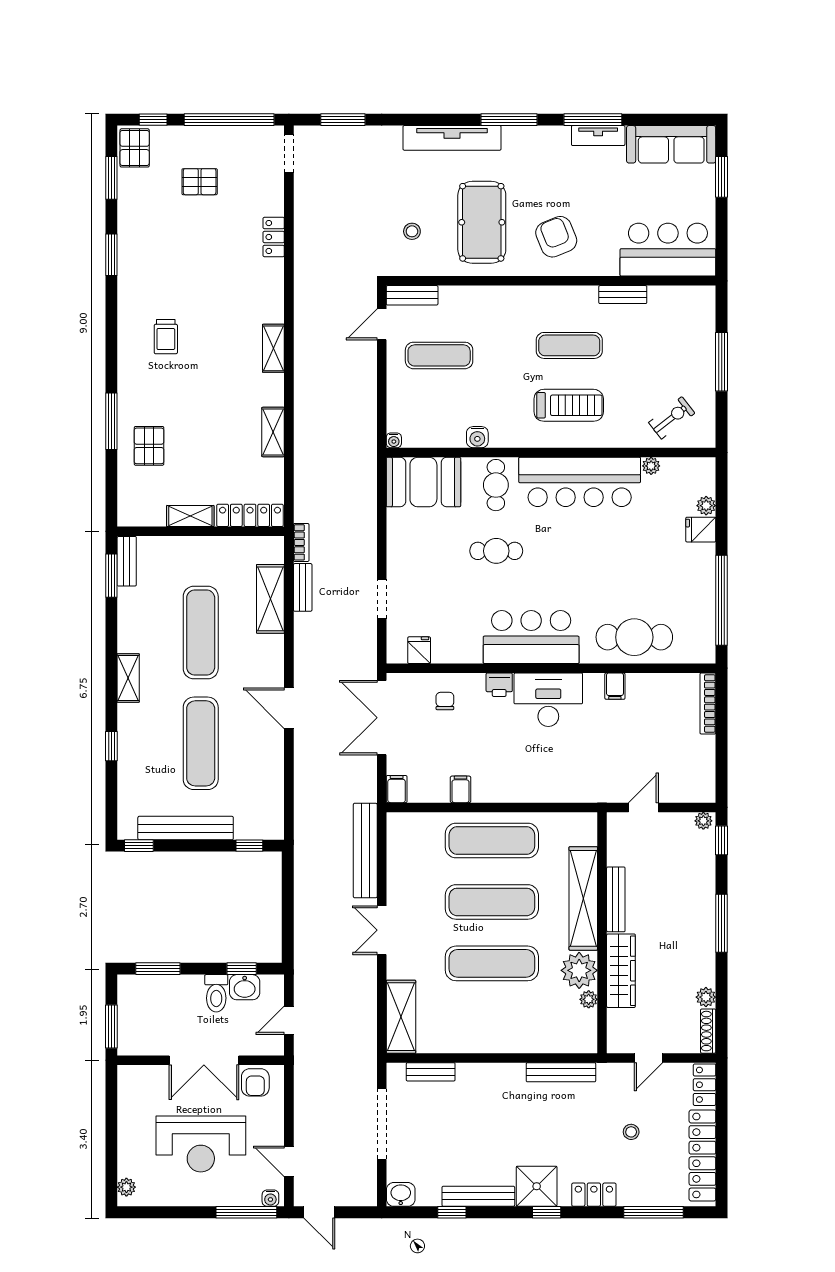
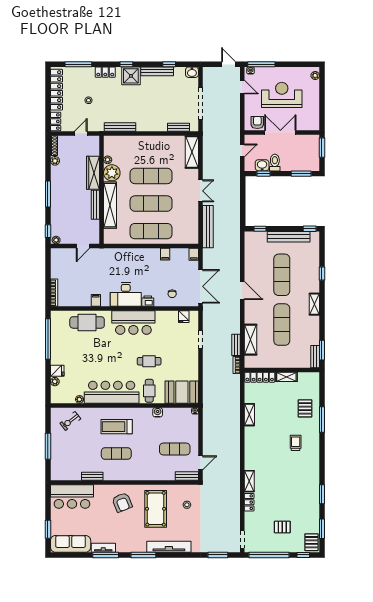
trolley: (166, 337) -> (296, 443), moved
shelving: (273, 348) -> (249, 481), moved

